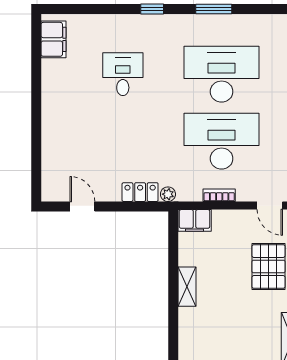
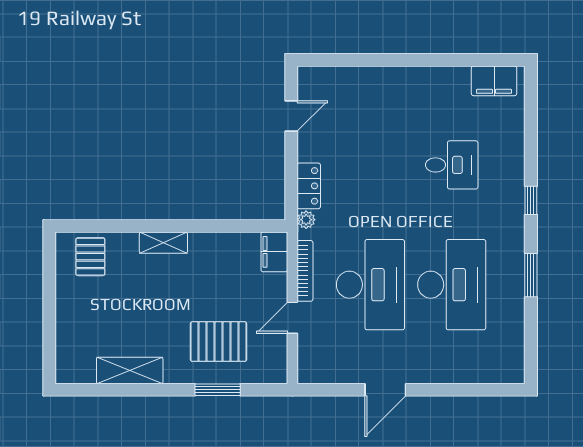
bookcase: (219, 195) -> (305, 271), width x1.56
door: (270, 206) -> (292, 318), moved
shelving: (187, 287) -> (163, 243), moved

